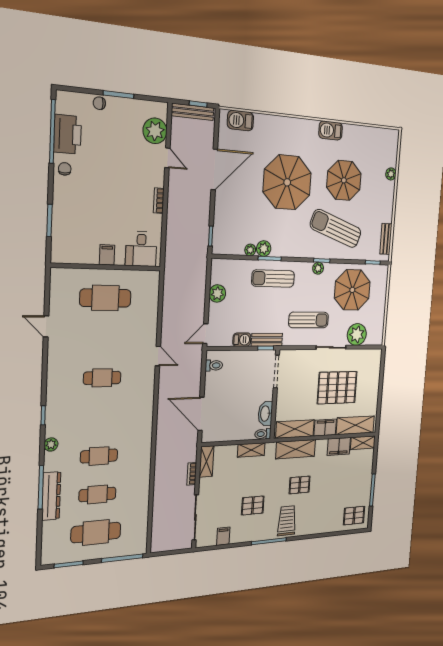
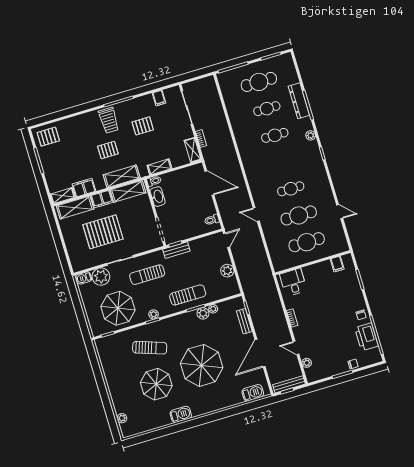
plant: (155, 131) -> (307, 363), width x0.53, depth x0.53
plant: (391, 174) -> (122, 418), moved
sun lounger: (336, 229) -> (150, 348), width x0.73, depth x0.75
bench: (386, 239) -> (244, 321), moved
filing cabinet: (107, 255) -> (337, 264), moved
cafe table: (104, 338) -> (299, 215), added
barbecue: (242, 340) -> (84, 278), moved

